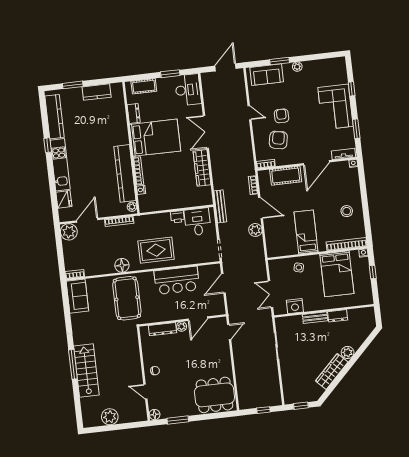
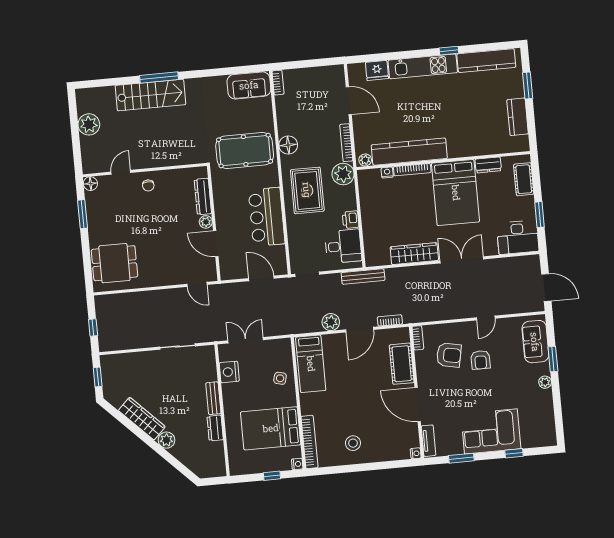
armchair: (281, 116) -> (481, 360), turned 90
plant: (69, 232) -> (343, 174), moved
bed: (306, 232) -> (311, 364), moved, turned 90
dining table: (214, 395) -> (114, 263), width x0.73

